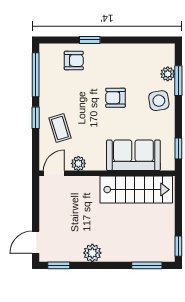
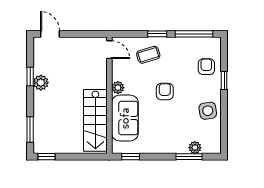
armchair: (74, 61) -> (206, 67), turned 180
armchair: (115, 98) -> (165, 92), moved
side table: (159, 101) -> (208, 111), moved
plant: (78, 163) -> (118, 88), moved
window: (59, 265) -> (30, 77), moved

